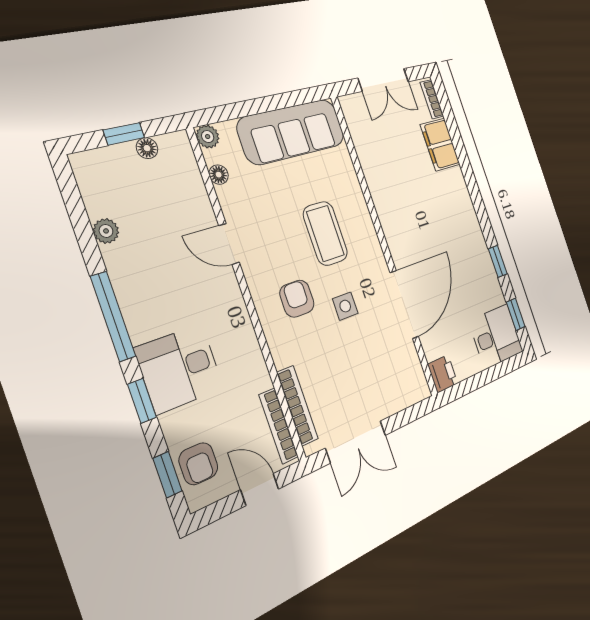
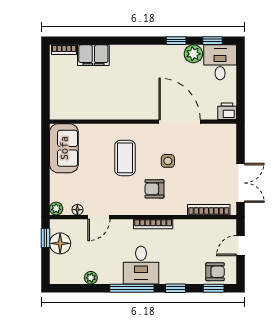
double door: (383, 80) -> (45, 82), removed
sofa: (292, 132) -> (64, 148), width x0.73
window: (124, 134) -> (45, 238), moved
floor lamp: (147, 148) -> (60, 243), width x1.89, depth x1.89
coffee table: (325, 233) -> (125, 158), turned 90
door: (229, 244) -> (99, 217), moved
plant: (492, 293) -> (193, 54), added
desk: (179, 368) -> (141, 265), moved
bookcase: (279, 426) -> (153, 224), moved

